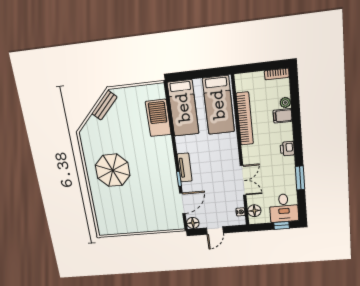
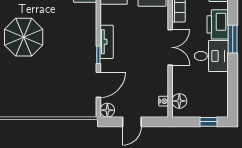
printer: (287, 149) -> (218, 24), width x1.87, depth x1.48
window: (300, 178) -> (233, 39), moved
double door: (243, 180) -> (170, 47), moved
desk: (284, 208) -> (211, 56), moved, turned -90

